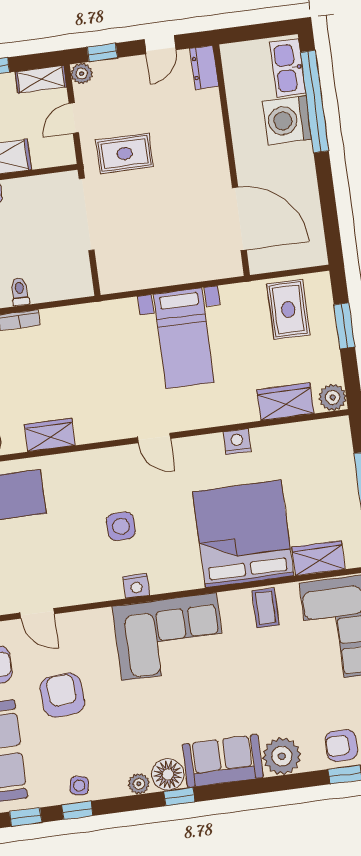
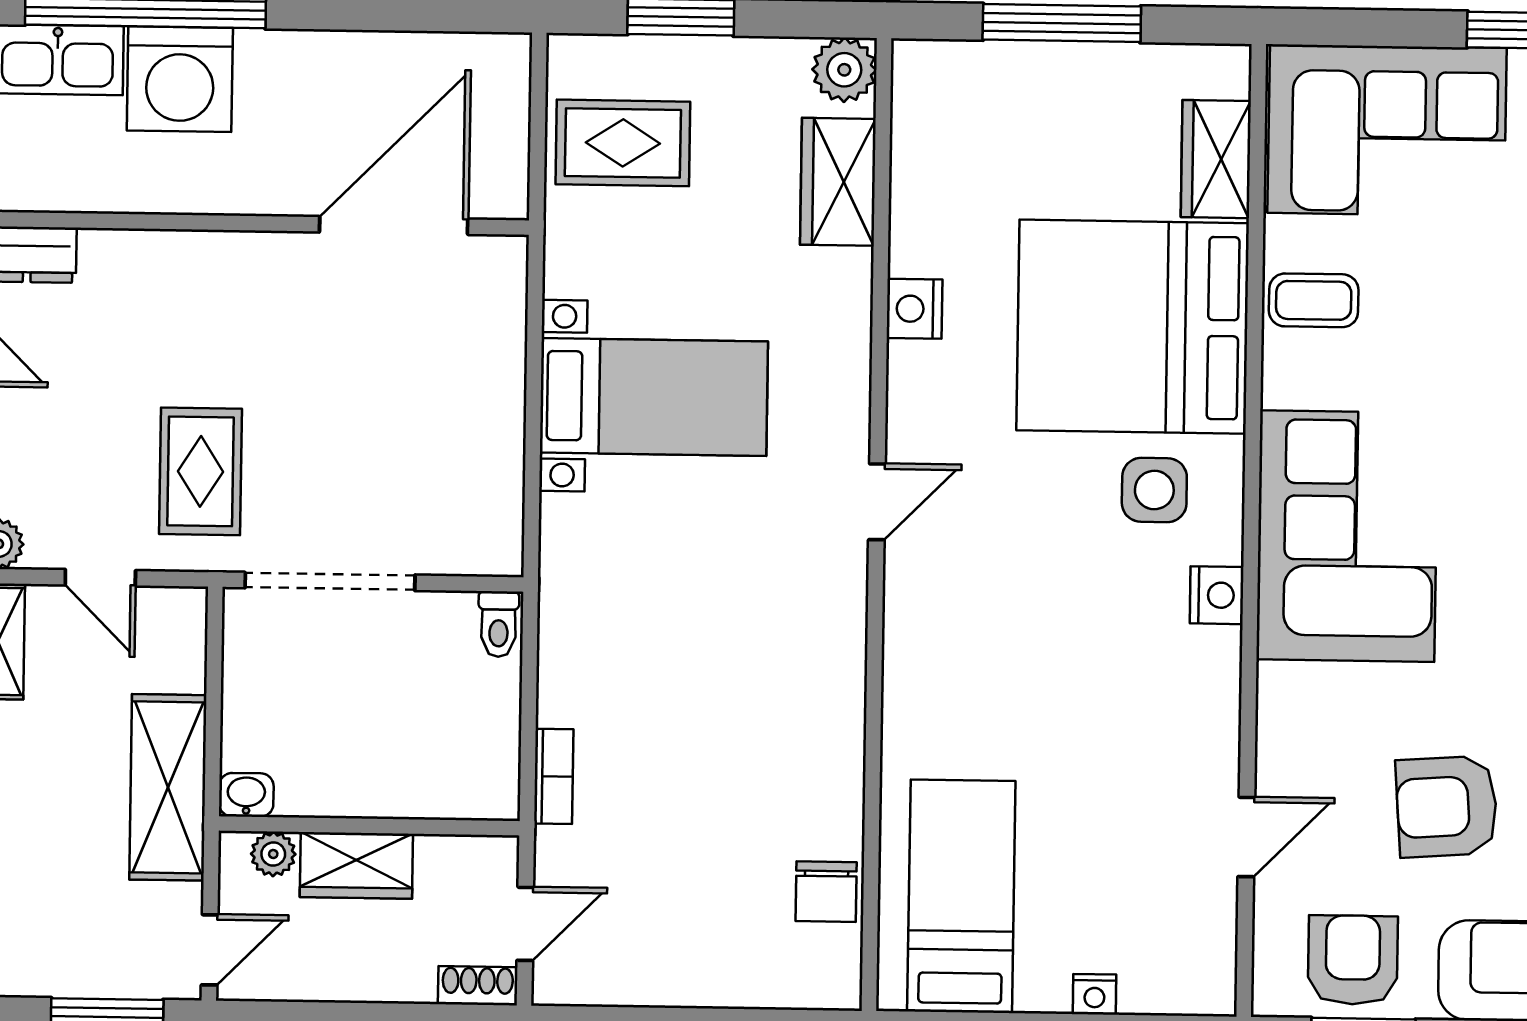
toilet: (20, 292) -> (499, 624), moved, turned -90
wardrobe: (50, 435) -> (833, 745), removed
side table: (121, 526) -> (1154, 490), moved

